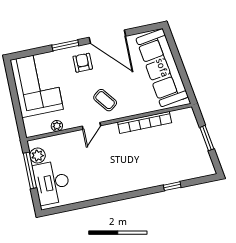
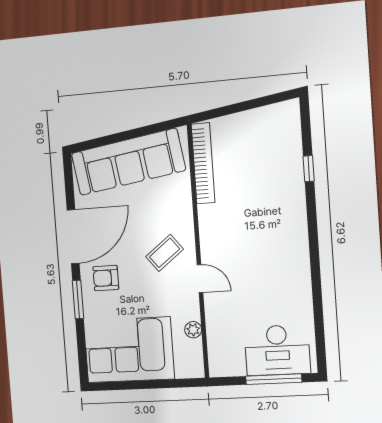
bookcase: (145, 122) -> (203, 163), moved
window: (207, 138) -> (242, 107), removed
plant: (38, 156) -> (233, 365), removed
window: (30, 170) -> (274, 379), moved

